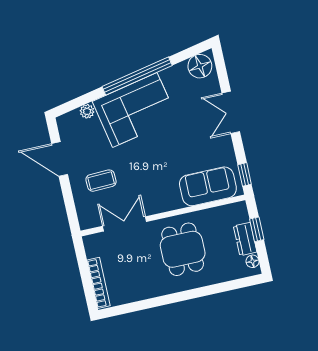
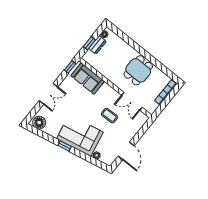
window: (137, 76) -> (65, 146), width x0.32
coffee table: (101, 181) -> (109, 116), moved
dining table: (183, 249) -> (138, 70), moved

